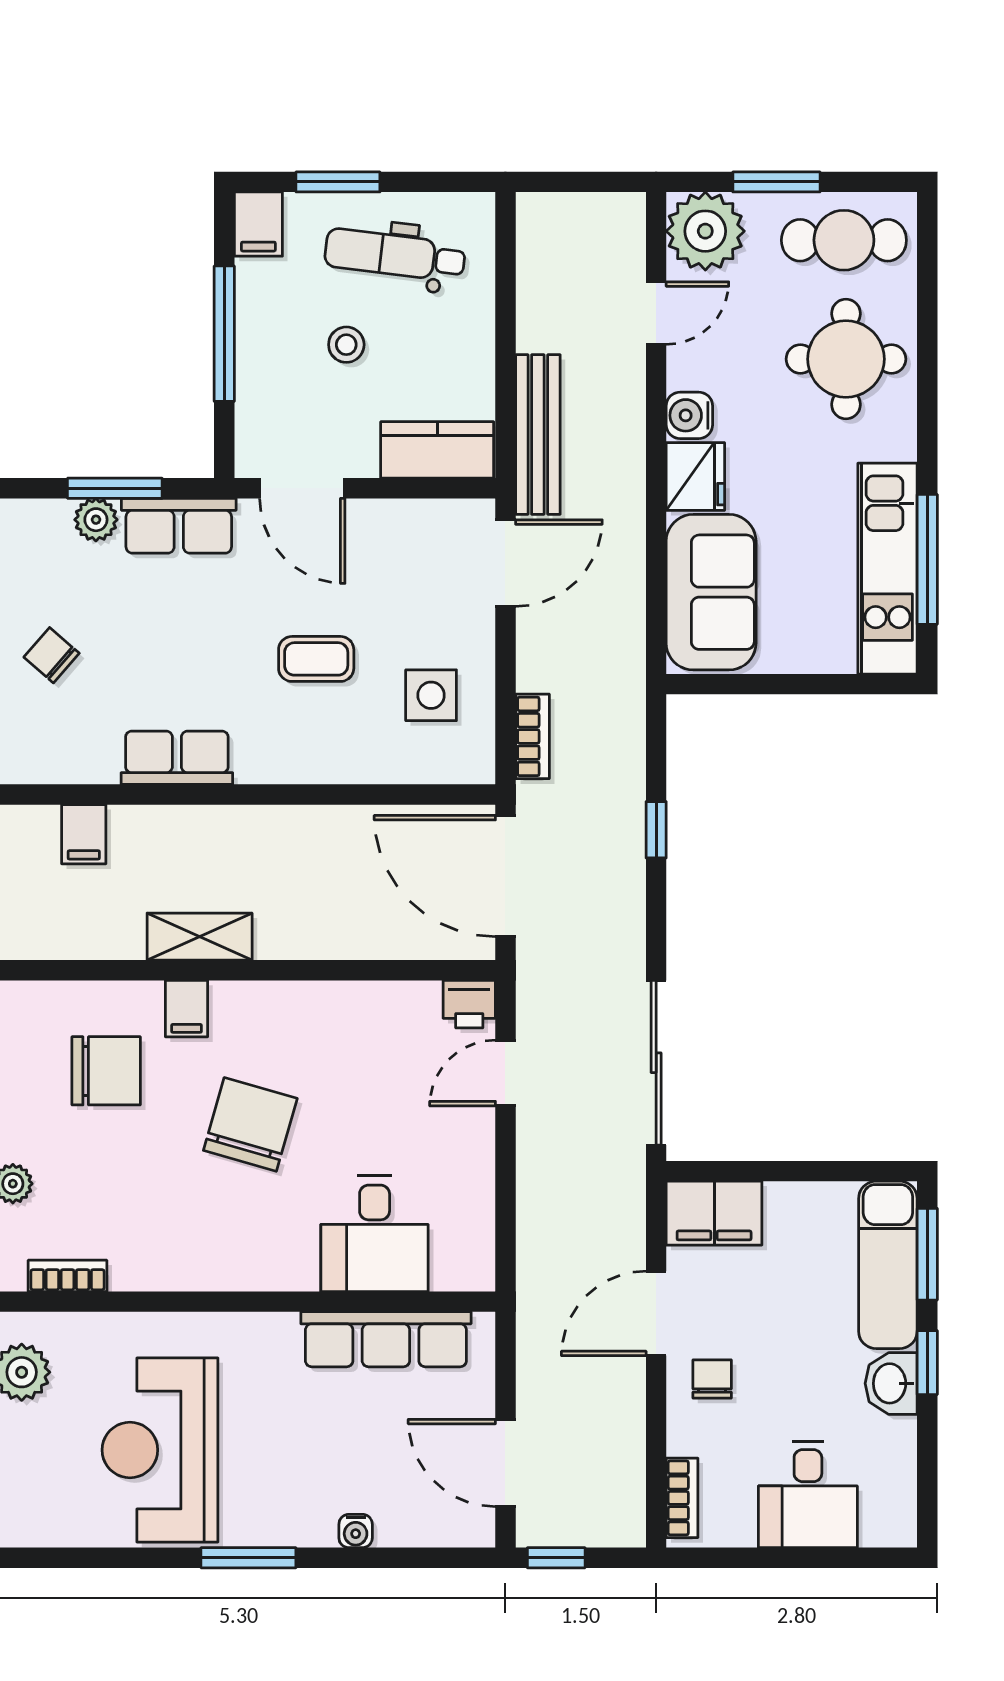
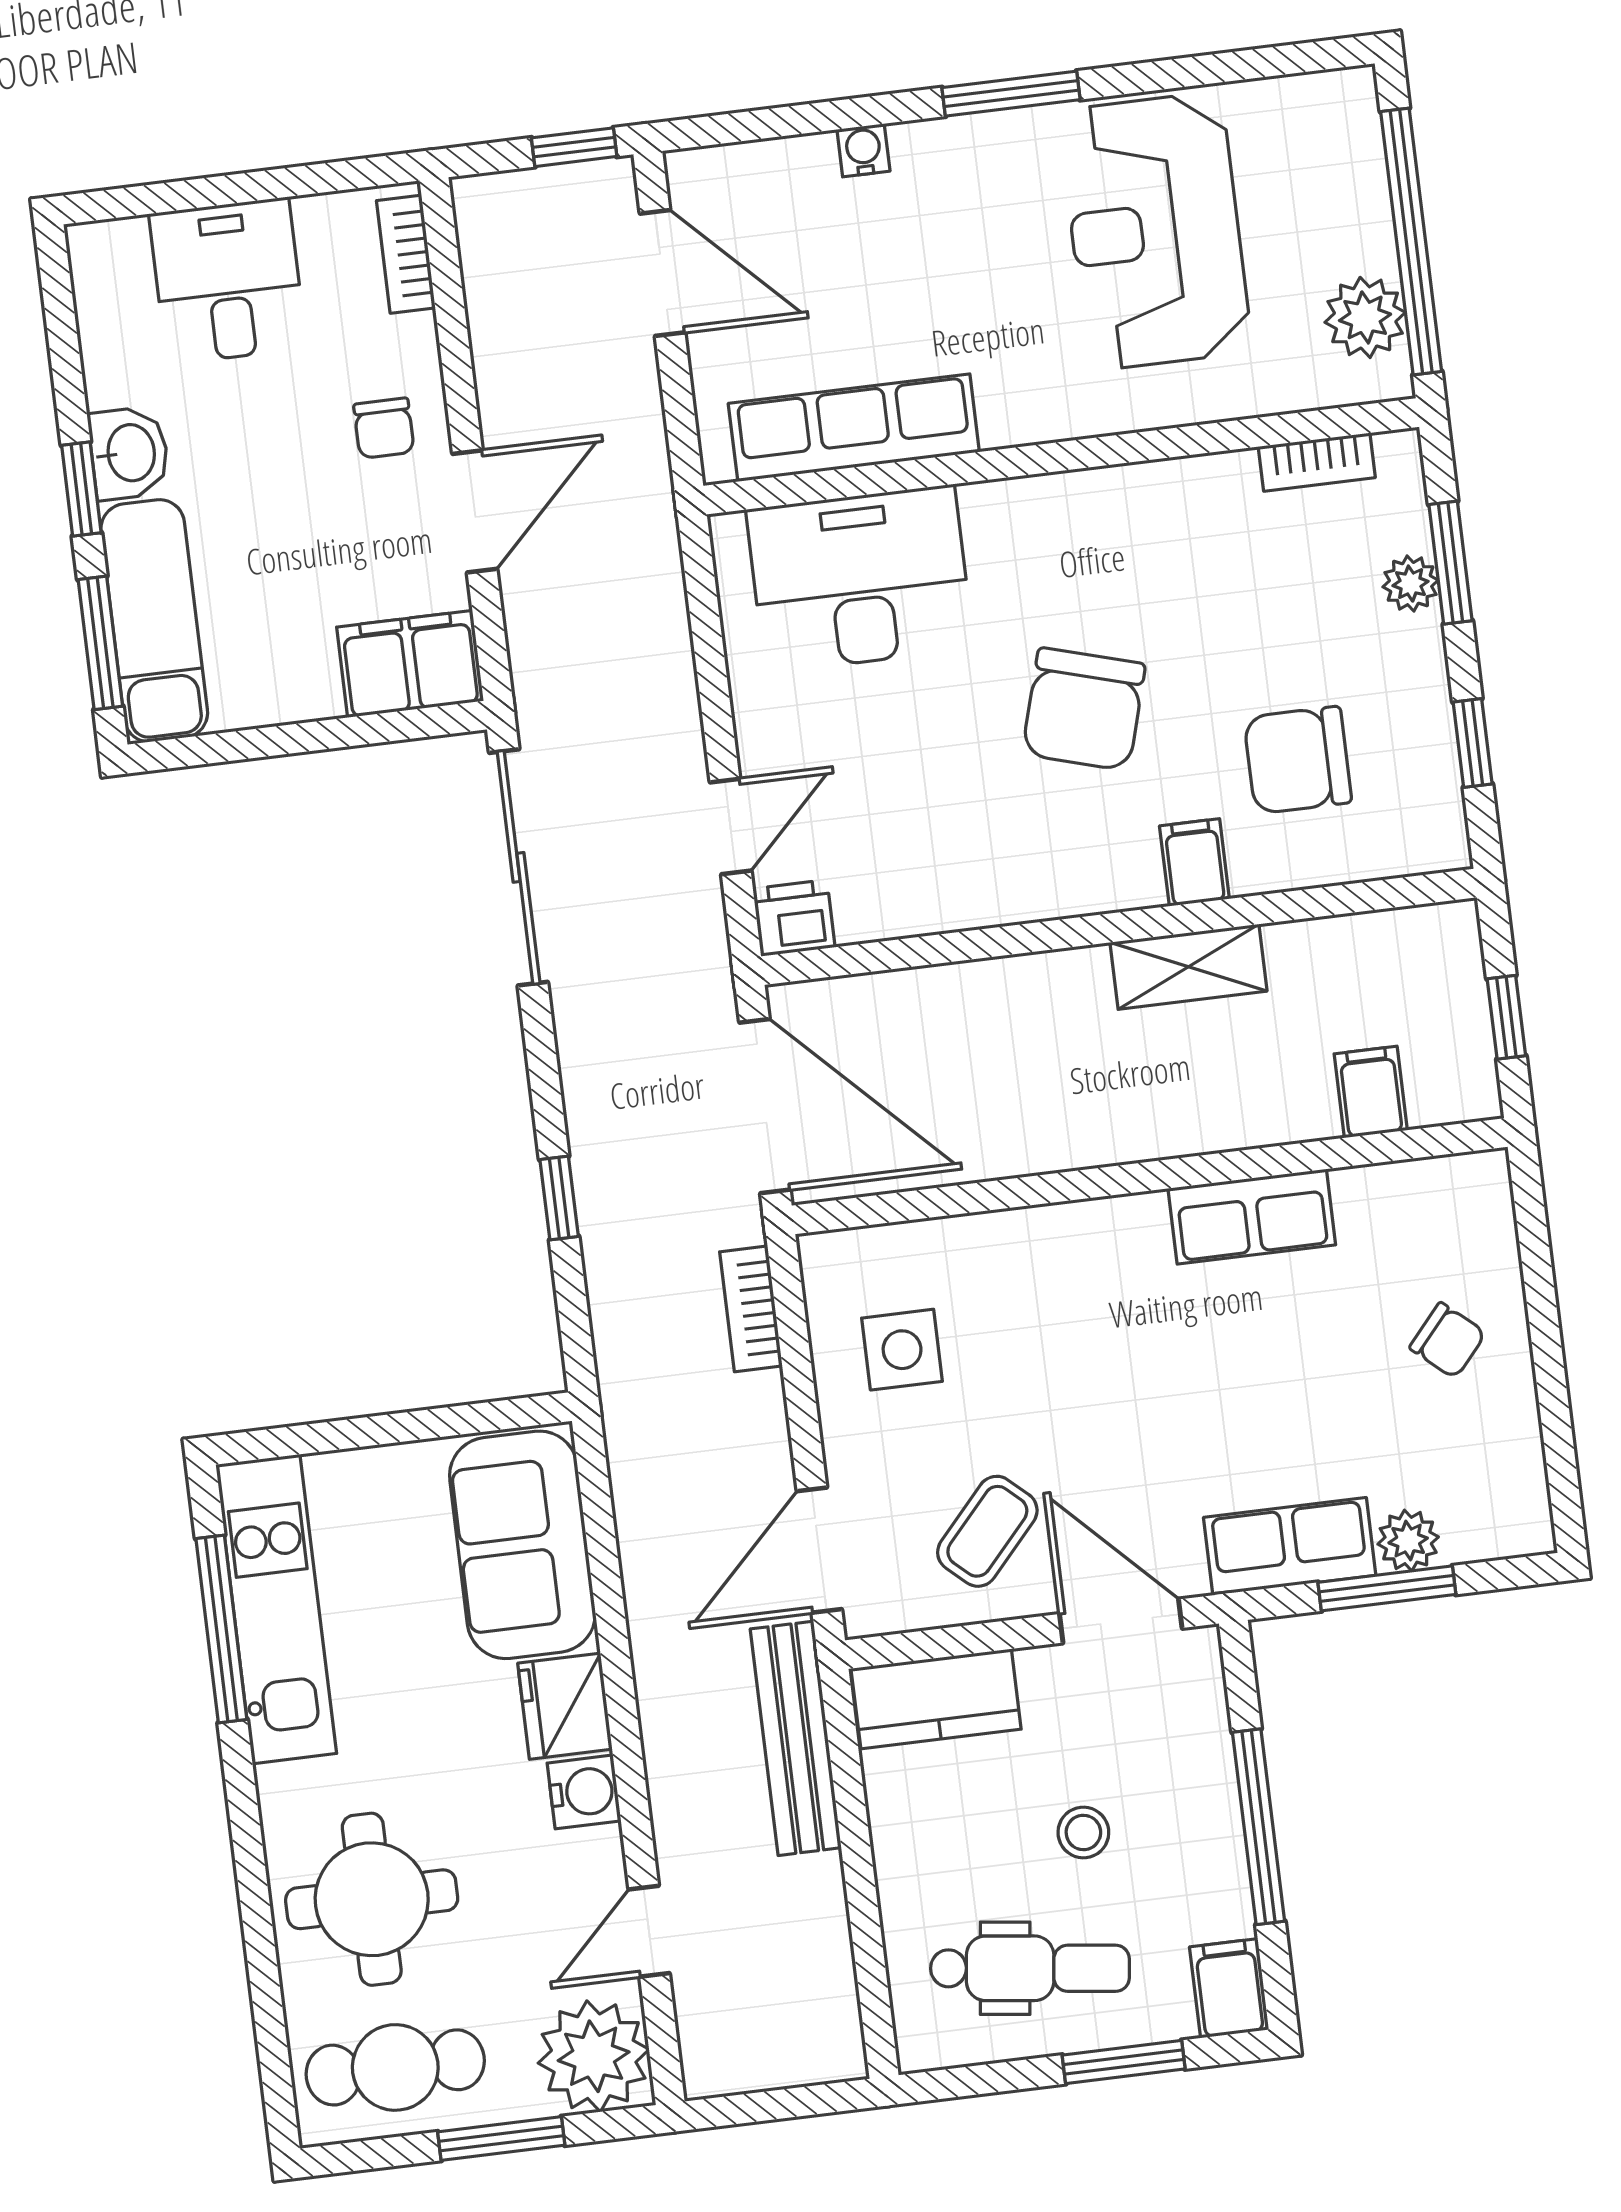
coffee table: (316, 659) -> (987, 1531), moved, turned -48
desk: (375, 1234) -> (860, 579), width x1.37
reception desk: (160, 1450) -> (1155, 231), turned 180

